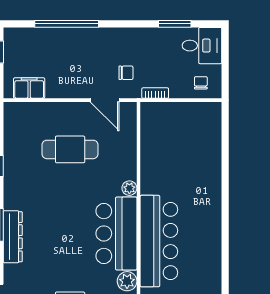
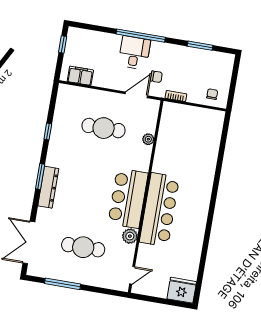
window: (67, 24) -> (141, 36), moved
desk: (202, 46) -> (134, 53), moved, turned -90
door: (105, 100) -> (136, 95), swing flipped
plant: (129, 188) -> (148, 139), moved

